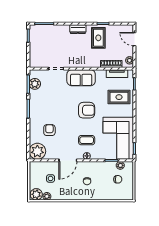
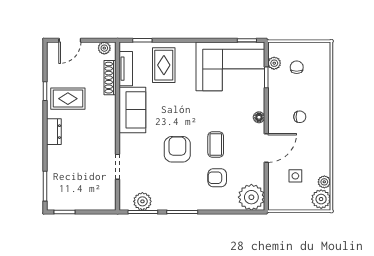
sofa: (81, 78) -> (132, 110), moved
armchair: (87, 110) -> (177, 149), moved
coffee table: (87, 140) -> (216, 145), moved
door: (68, 160) -> (266, 148), hinge flipped

